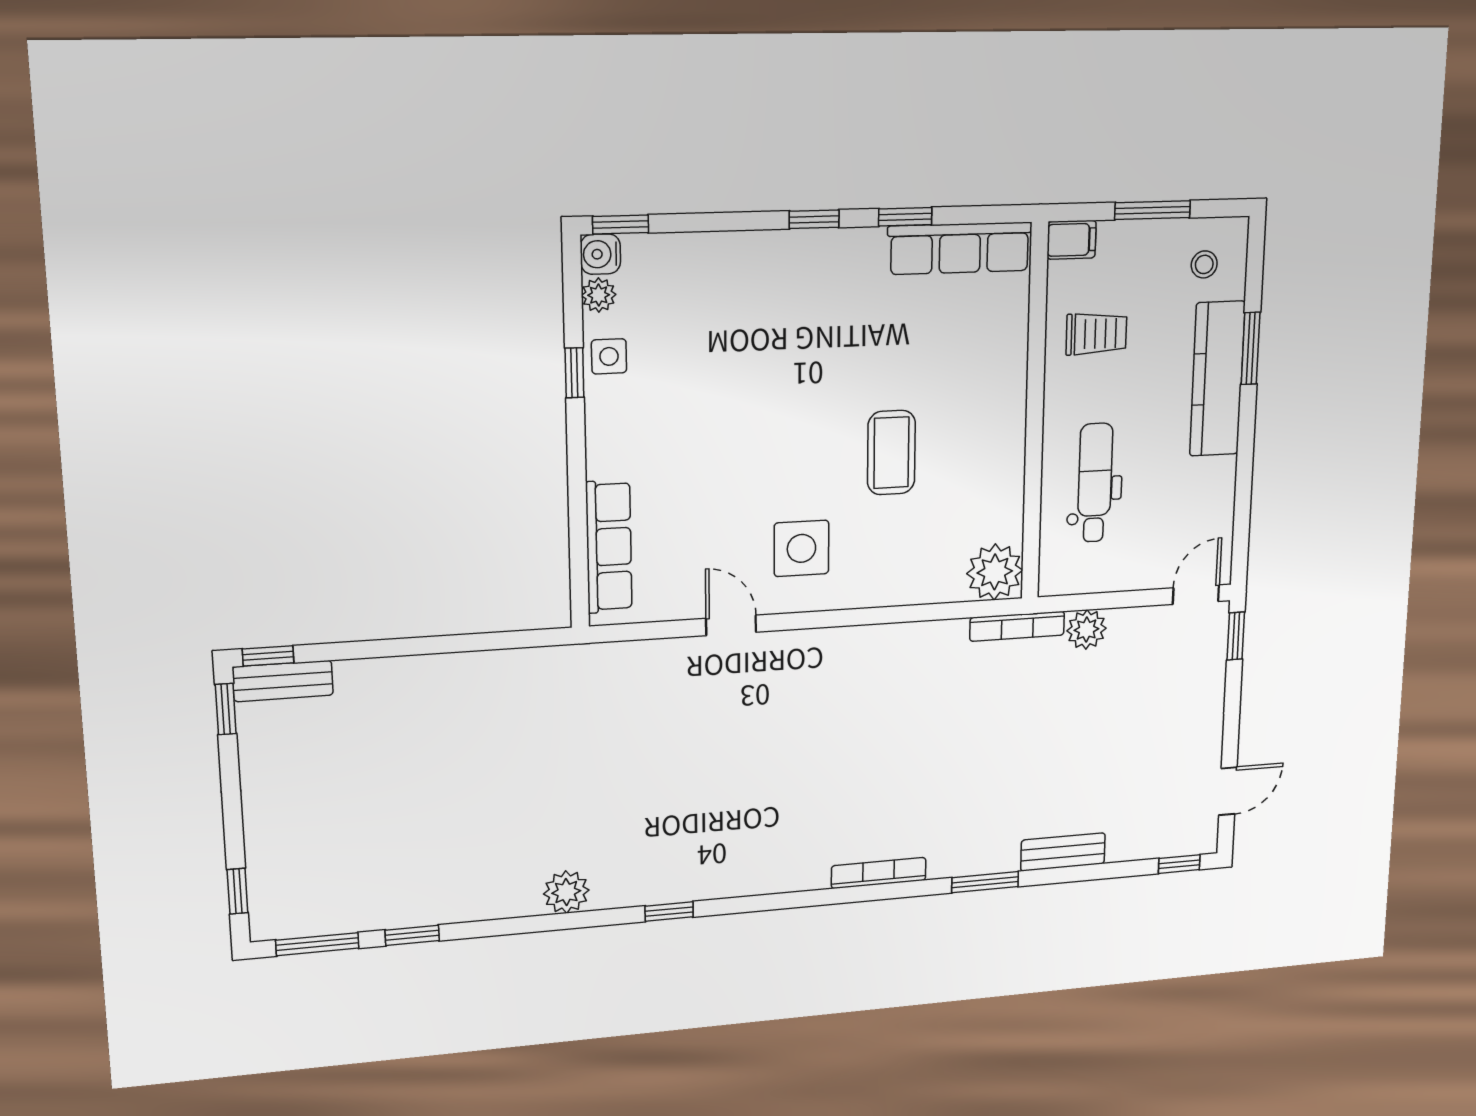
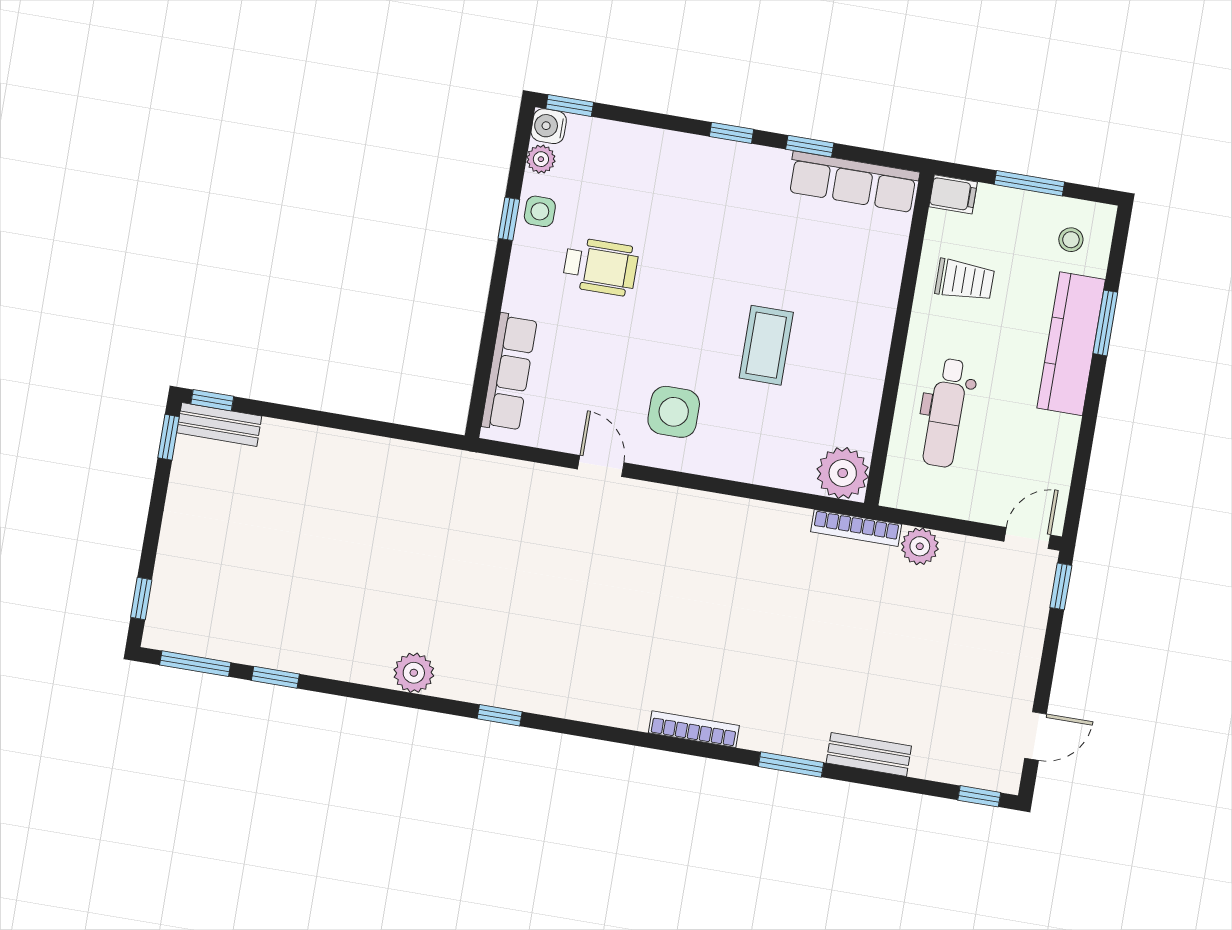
wheelchair: (691, 405) -> (601, 267), added
dental chair: (1095, 483) -> (946, 413), turned 180

